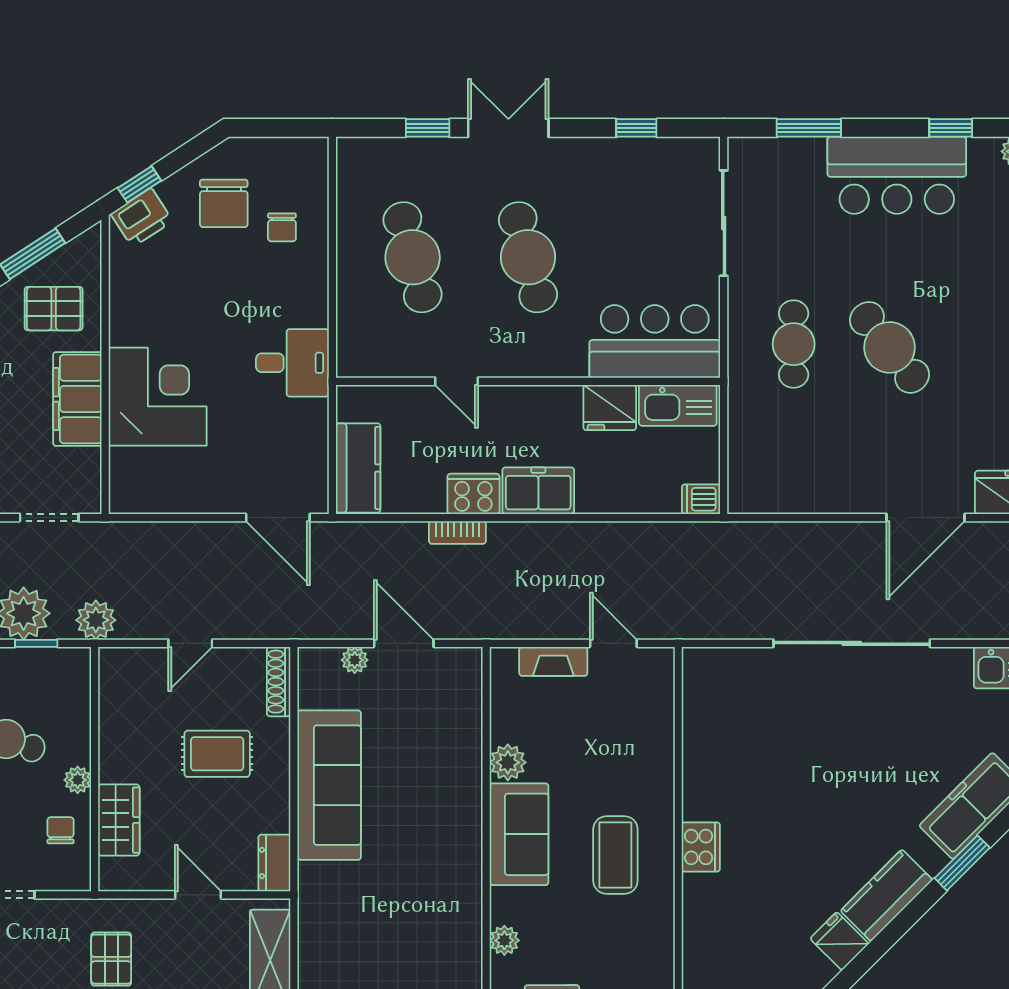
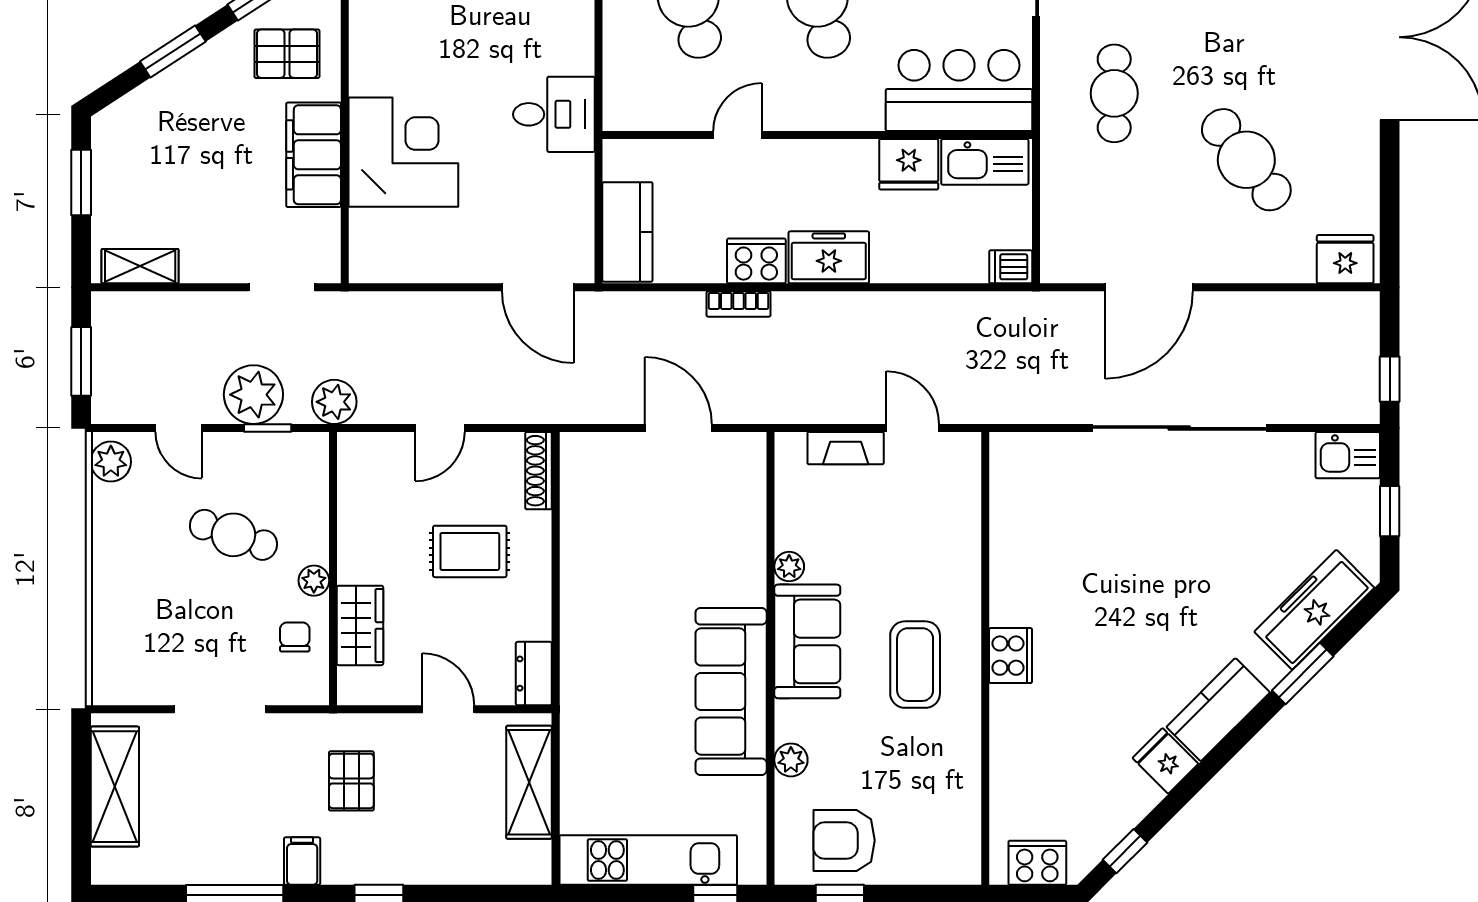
cafe table: (890, 347) -> (1246, 160), moved
door: (457, 381) -> (737, 135), swing flipped
door: (925, 518) -> (1149, 287), moved
plant: (355, 660) -> (624, 447), removed
plant: (508, 762) -> (789, 567), width x0.73, depth x0.73
sofa: (329, 785) -> (731, 691), moved, turned 180

